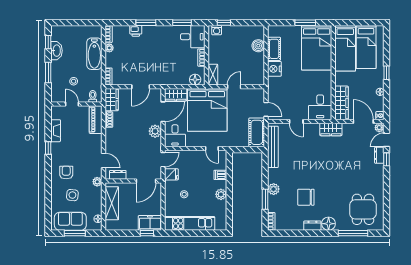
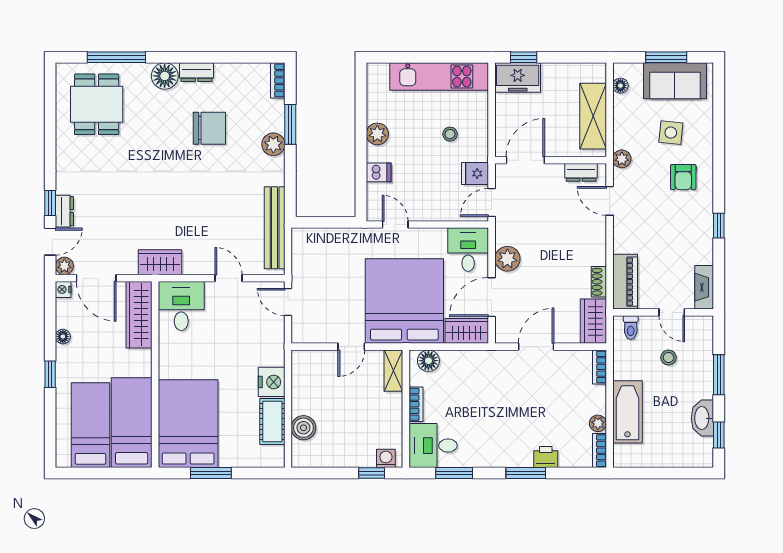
fireplace: (56, 131) -> (704, 287), moved
cot: (257, 132) -> (307, 256), removed

